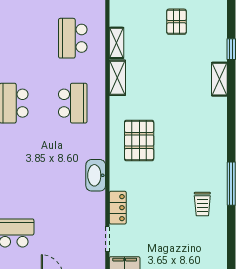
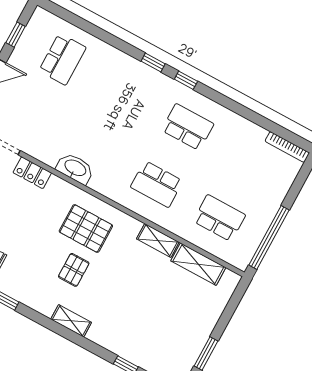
pallet: (177, 22) -> (74, 270), moved, turned 90
shelving: (116, 43) -> (198, 264), width x1.50, depth x1.33
shelving: (219, 79) -> (71, 321), moved

